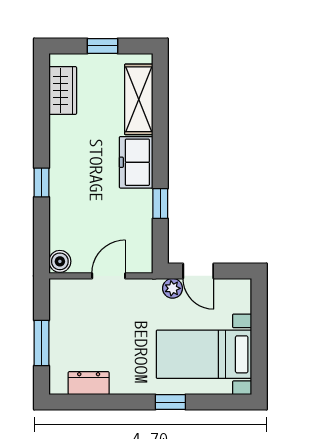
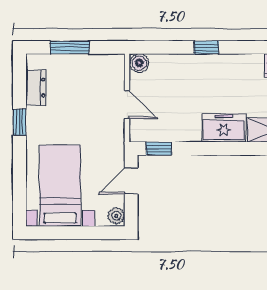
window: (160, 203) -> (159, 148), moved
plant: (173, 288) -> (116, 216), moved
window: (170, 402) -> (19, 122), moved

